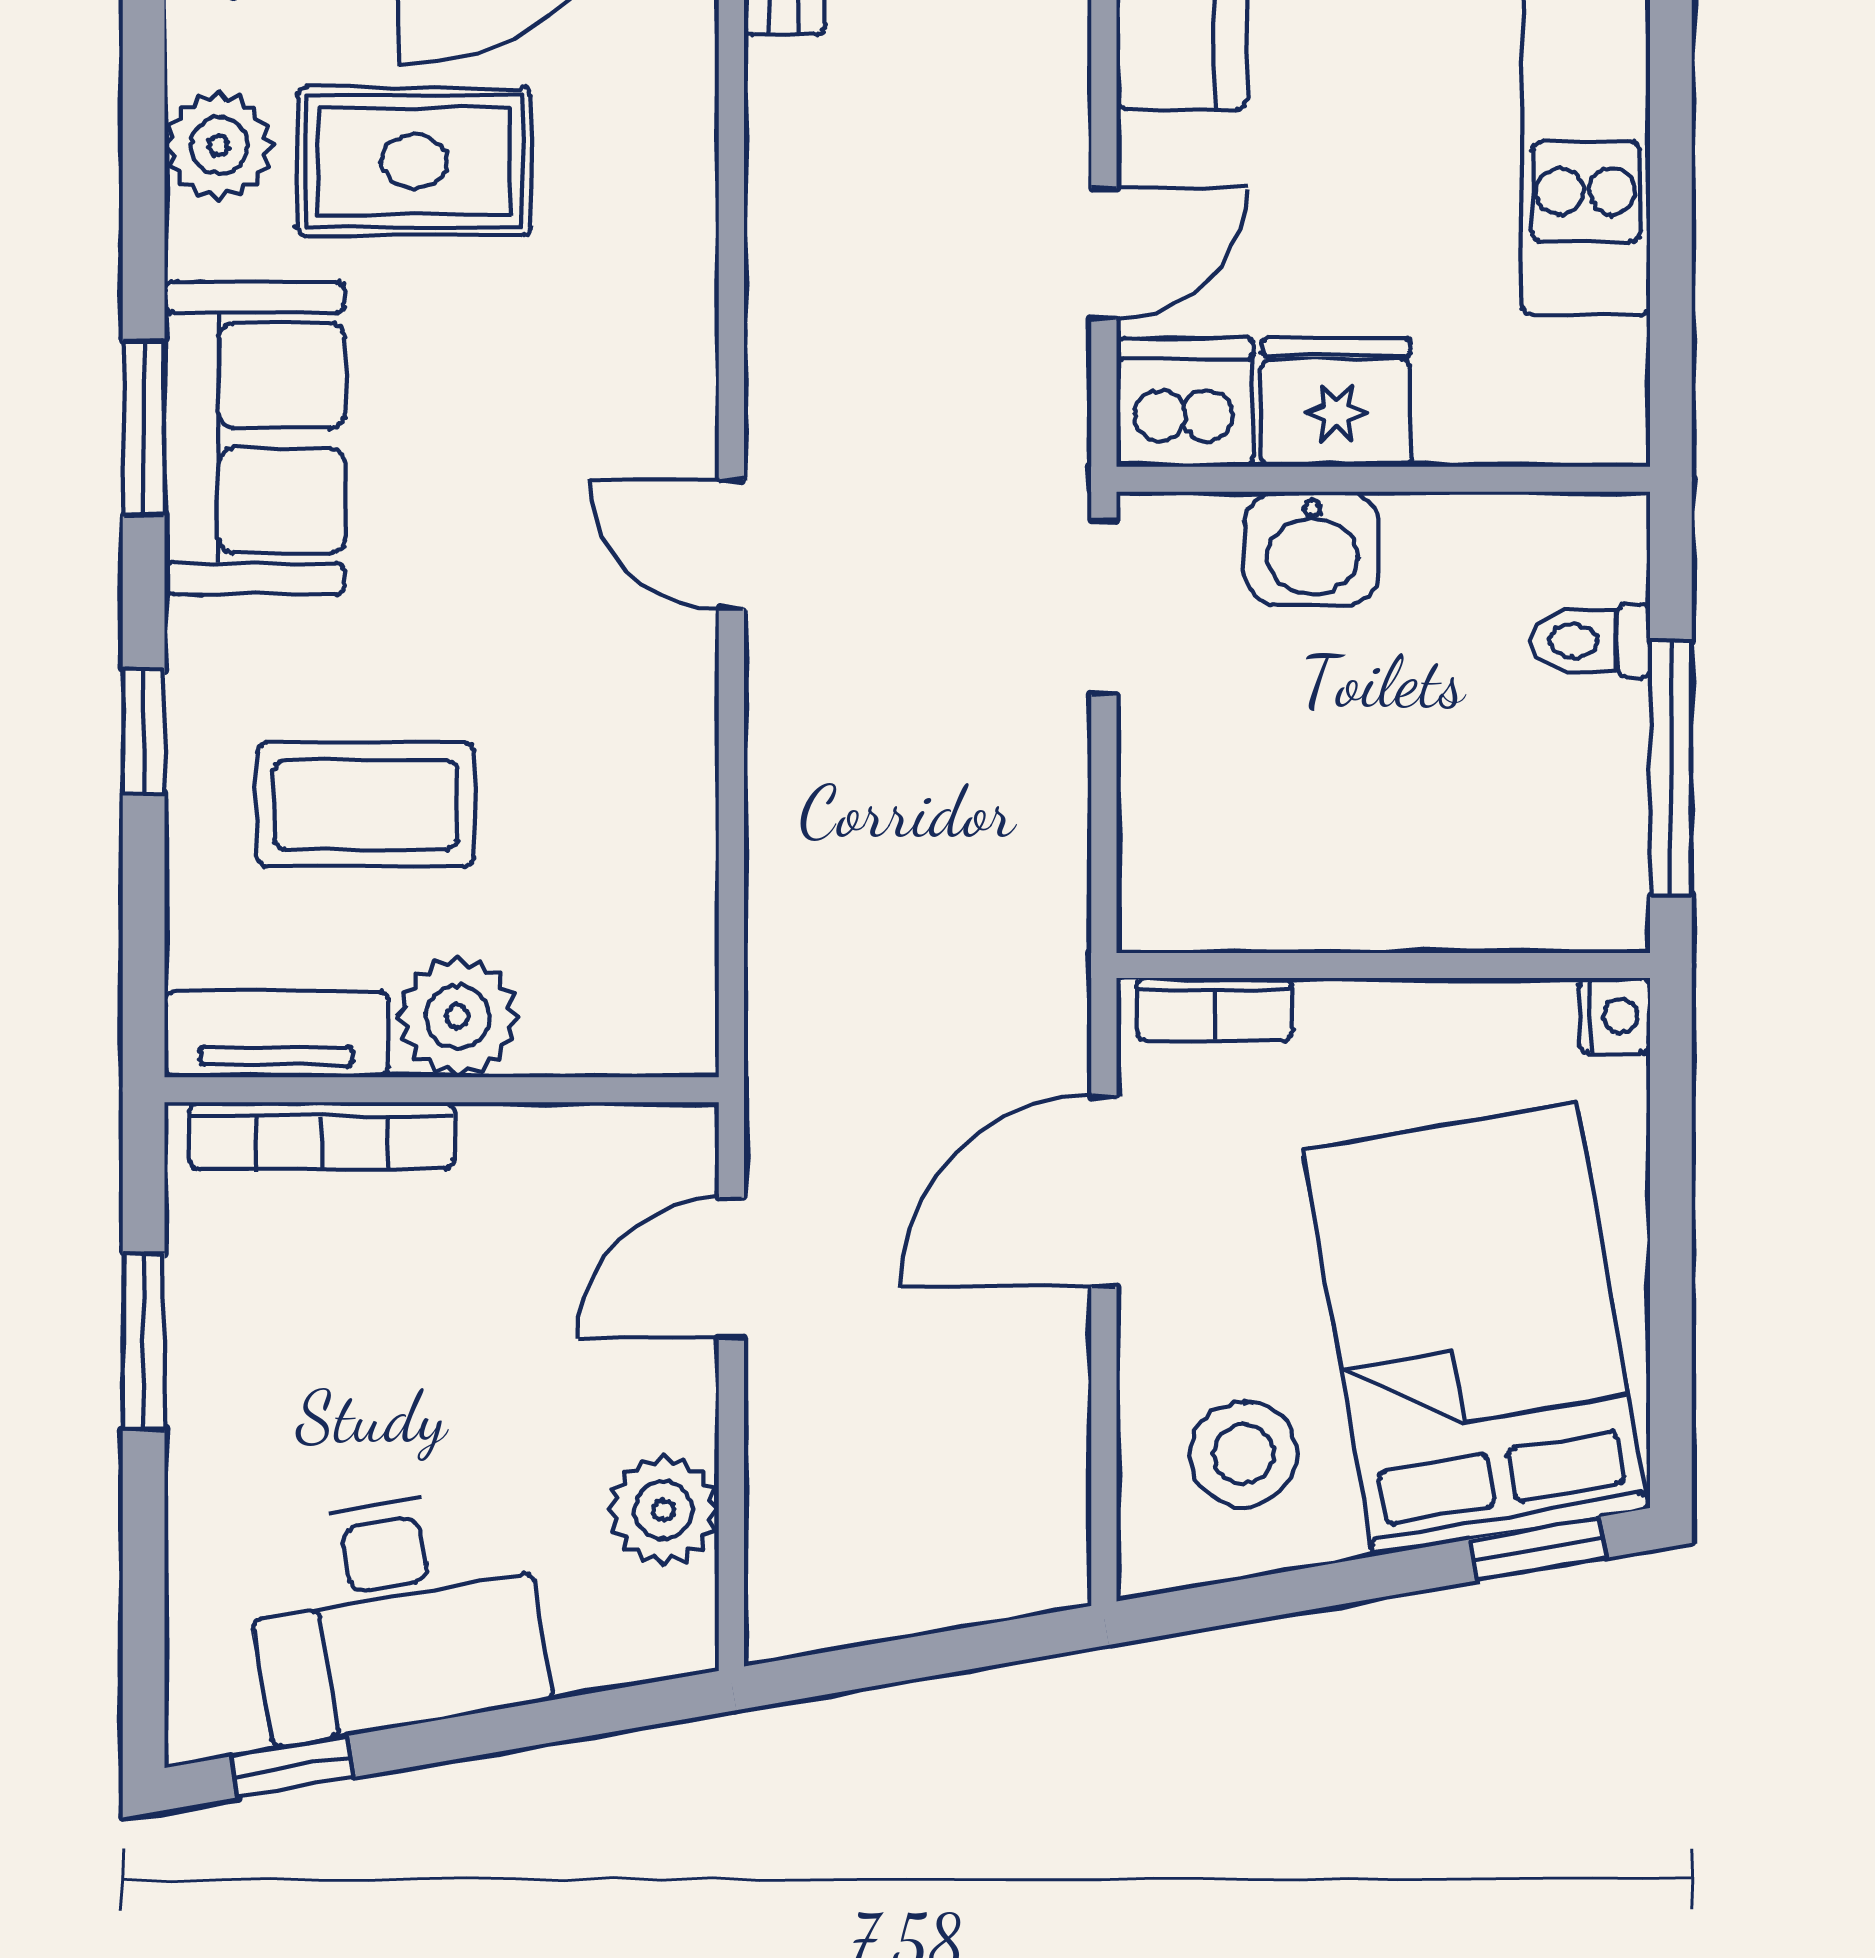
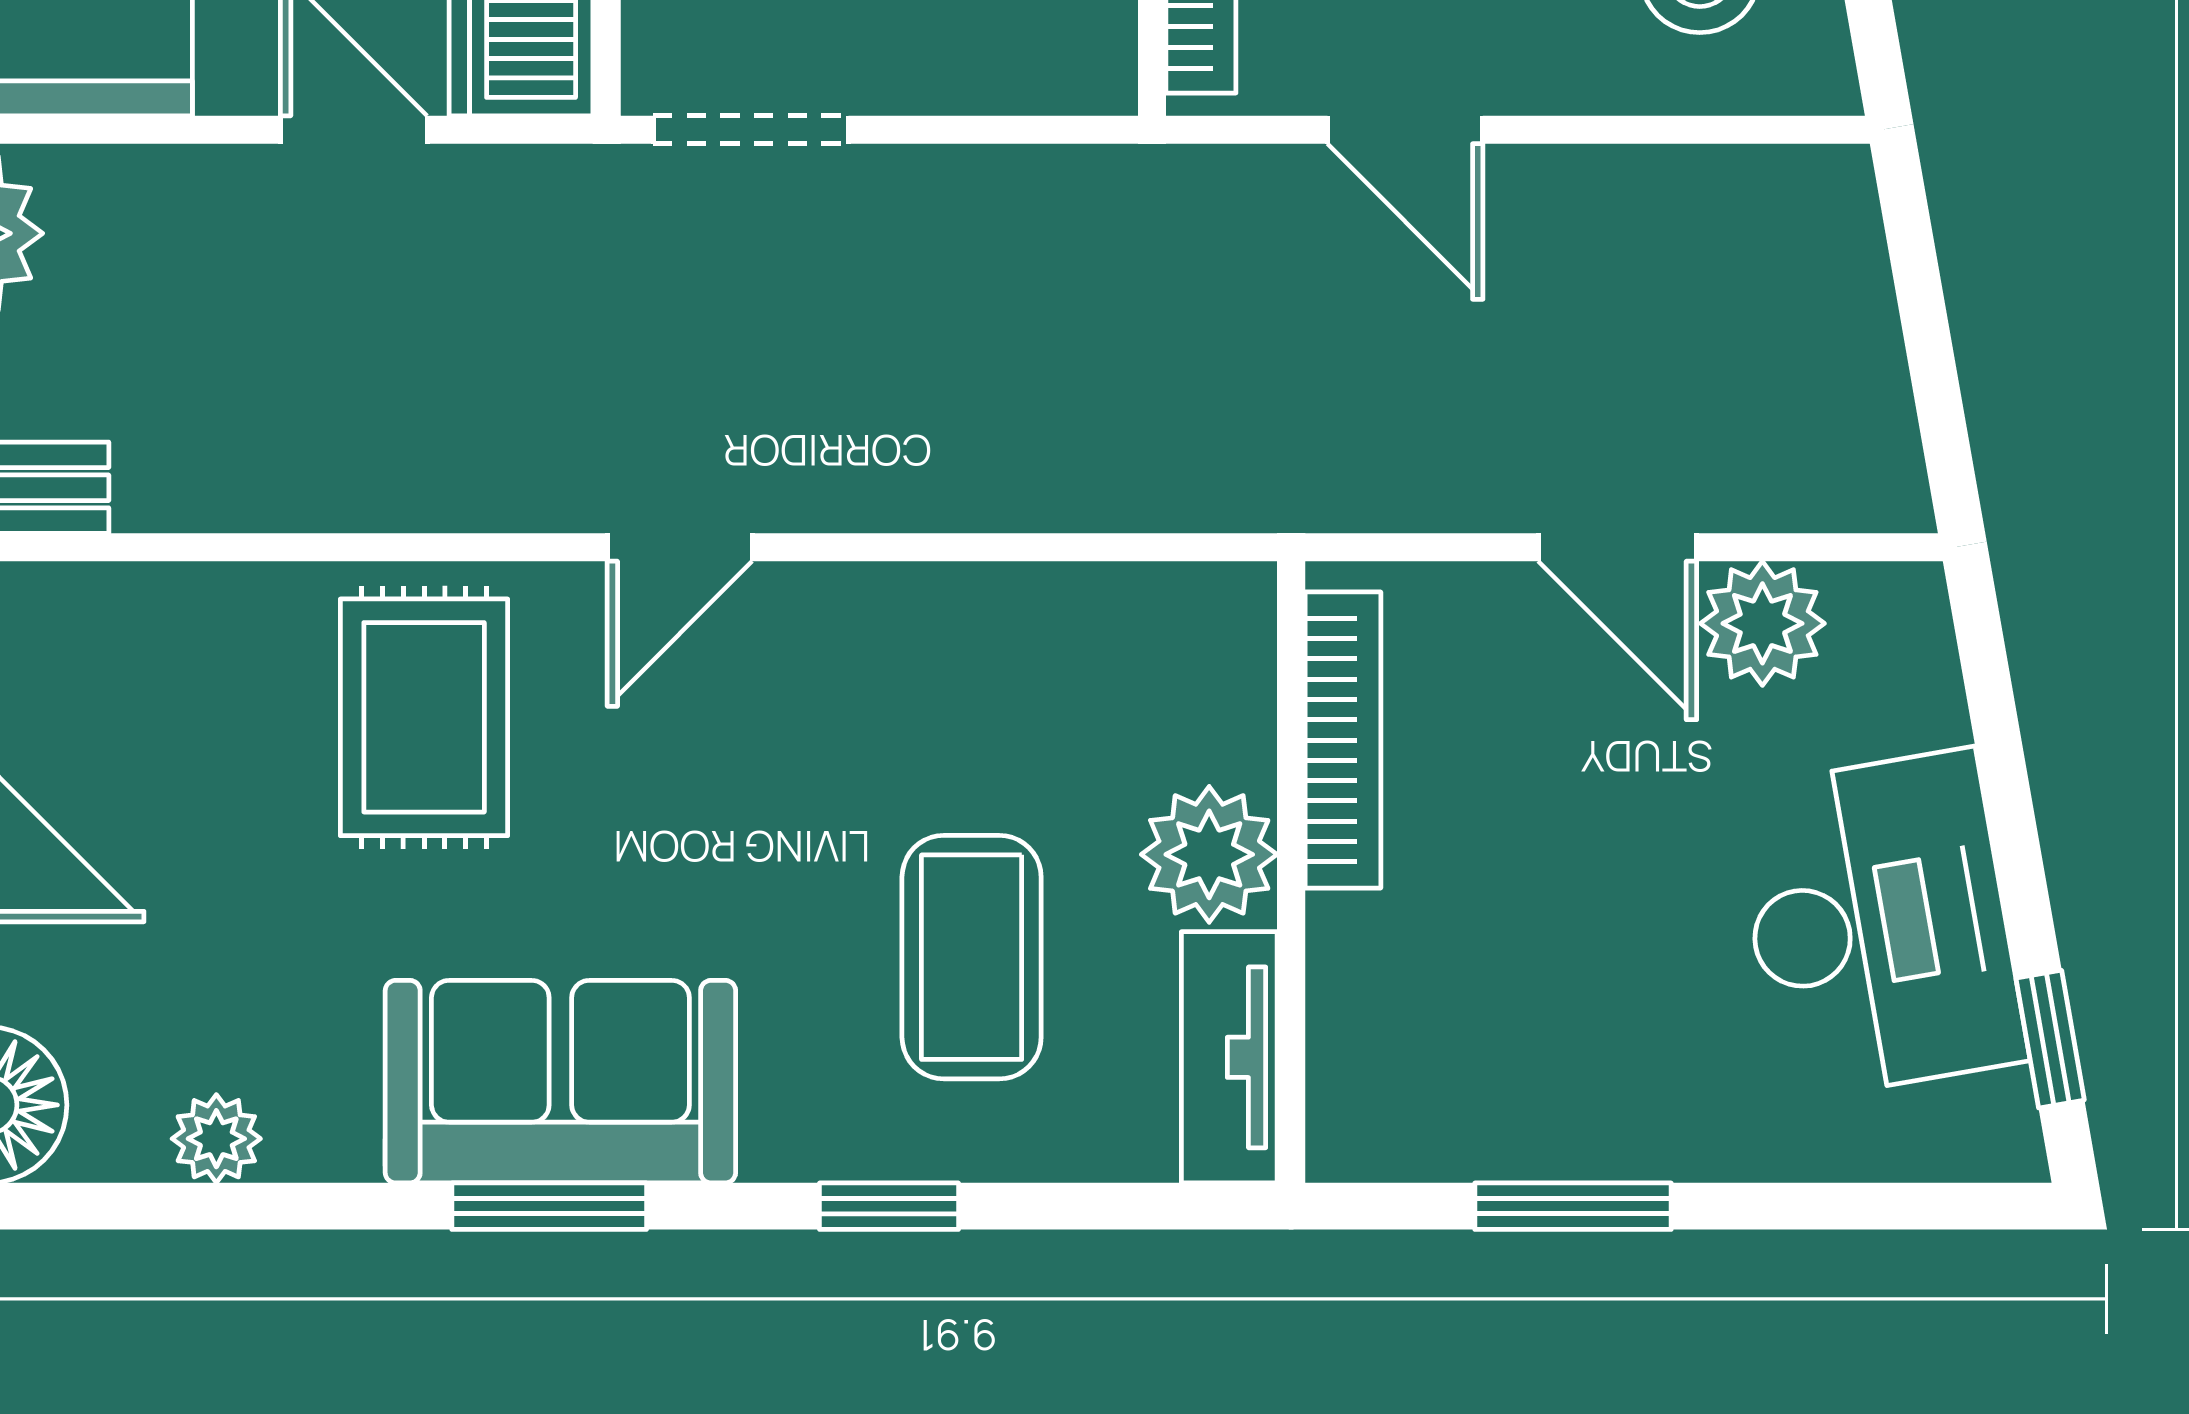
plant: (219, 146) -> (216, 1139), width x0.73, depth x0.73
rug: (414, 161) -> (424, 717), moved
bookcase: (322, 1136) -> (1343, 740), moved
door: (1104, 1191) -> (1405, 130), width x0.73
door: (731, 1268) -> (1617, 547), moved

